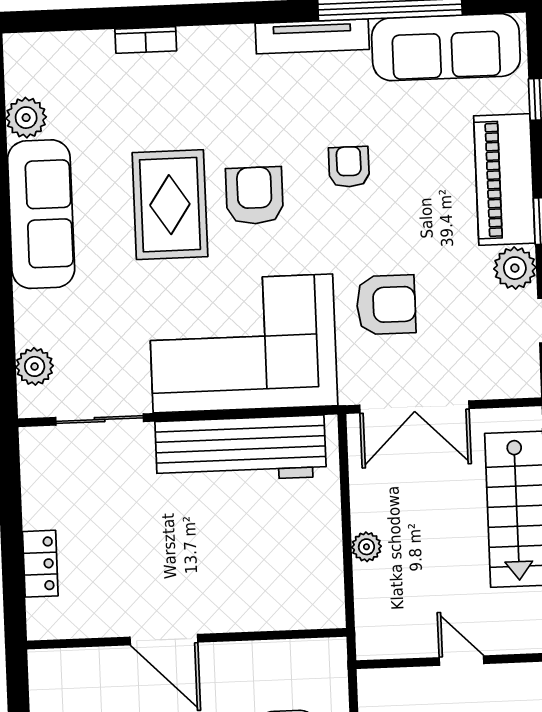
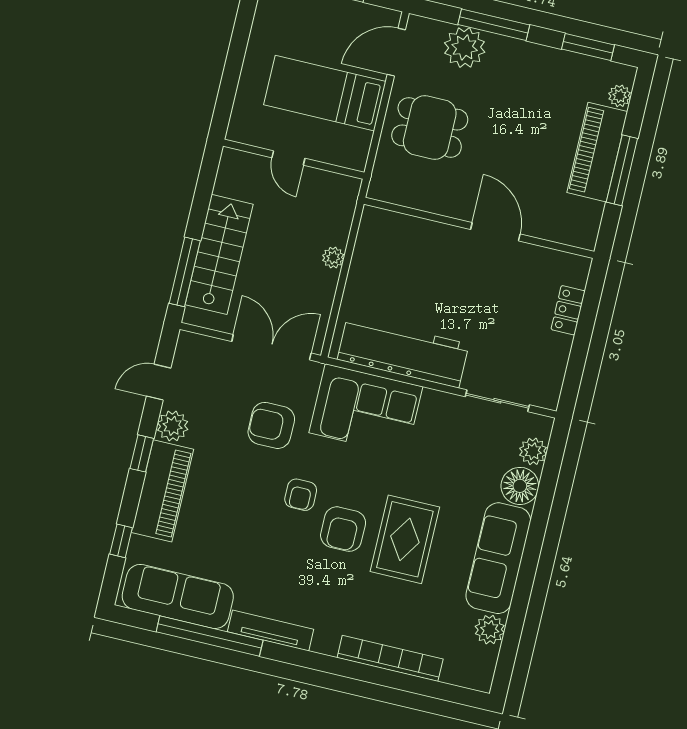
bookcase: (146, 40) -> (390, 658), width x2.31, depth x1.31
armchair: (349, 167) -> (301, 495), moved
floor lamp: (39, 316) -> (520, 486), added
corner sofa: (243, 343) -> (366, 410), width x0.73, depth x0.74

